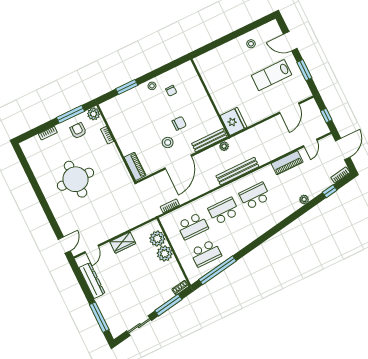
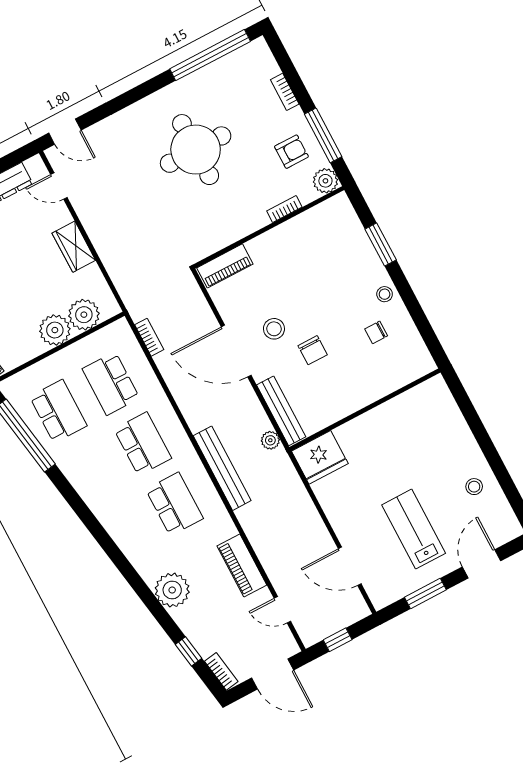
window: (28, 170) -> (210, 55), added
plant: (304, 199) -> (172, 590), width x1.87, depth x1.87
school desk: (206, 253) -> (58, 411), turned 180

